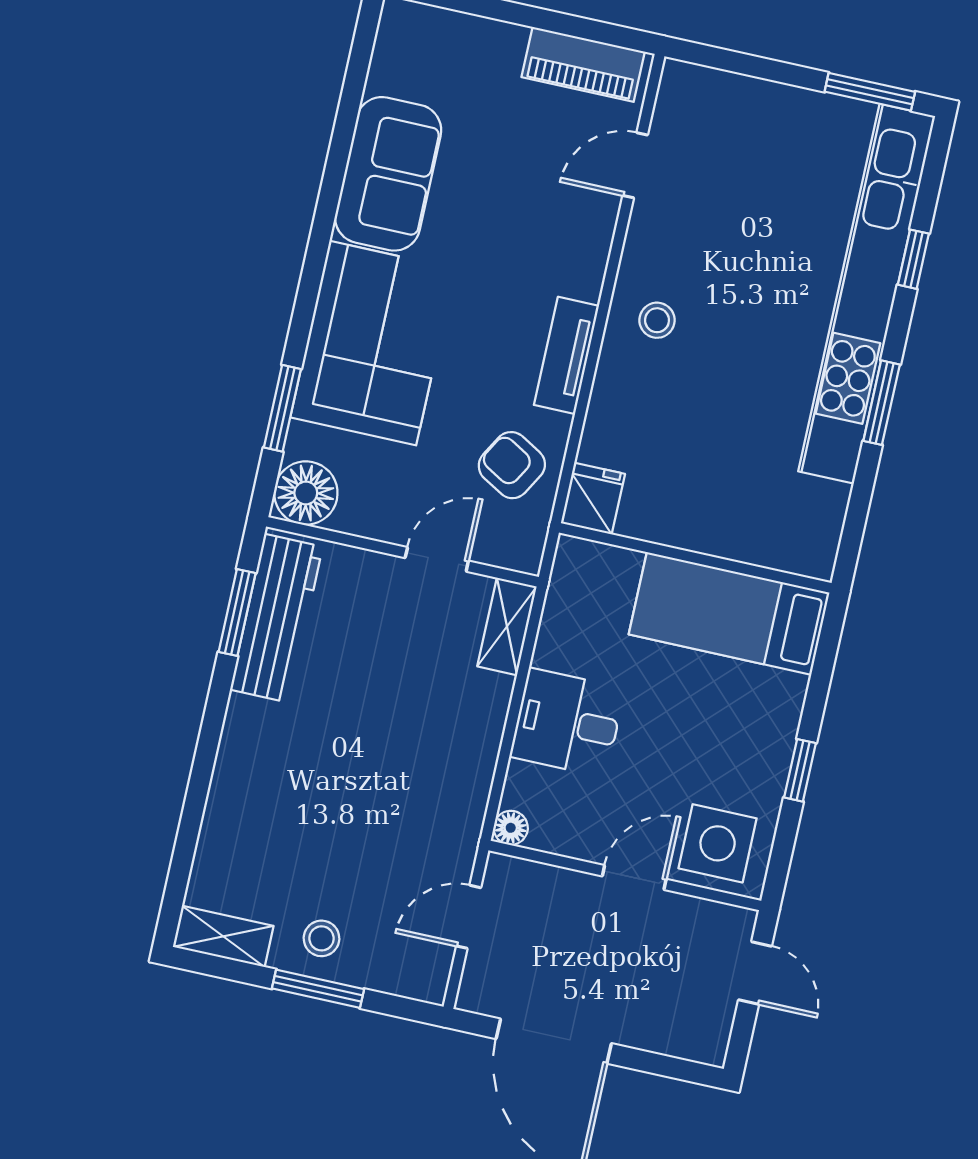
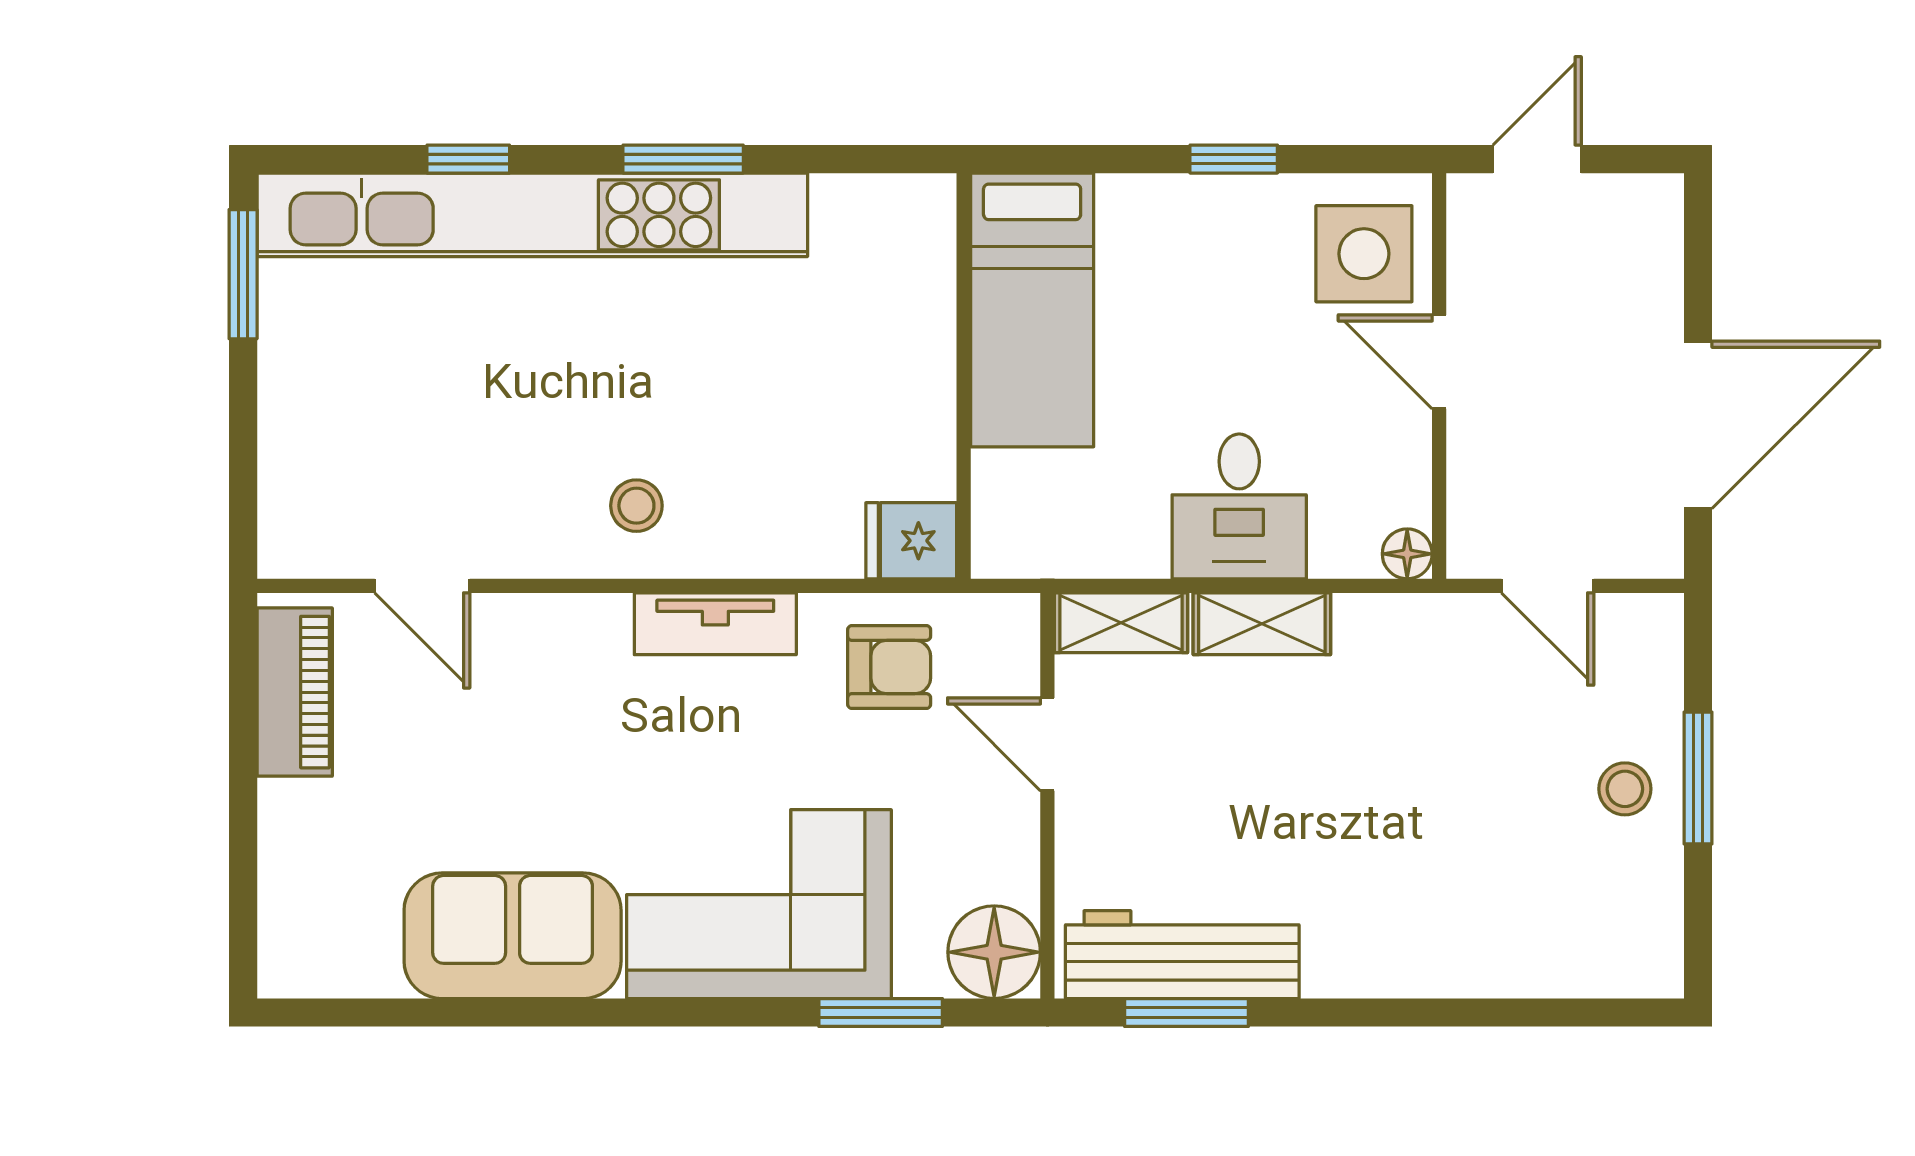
armchair: (512, 465) -> (889, 667), turned -120
shelving: (223, 936) -> (1262, 624), moved, turned 90

